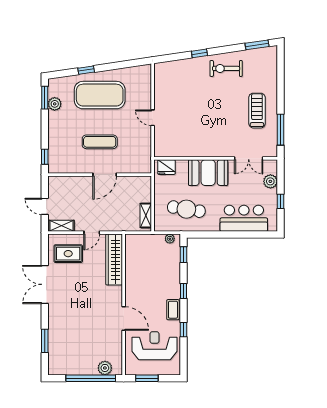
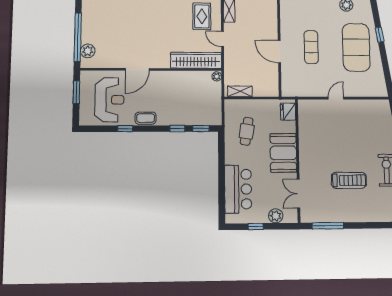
treadmill: (257, 111) -> (349, 180), moved
cafe table: (186, 209) -> (247, 131), width x0.73, depth x0.74
plant: (170, 239) -> (217, 76), moved
window: (183, 291) -> (177, 129), moved

